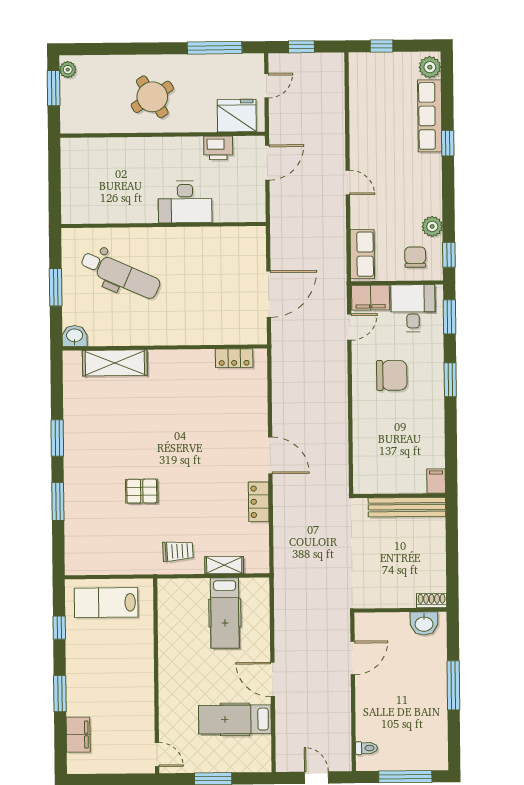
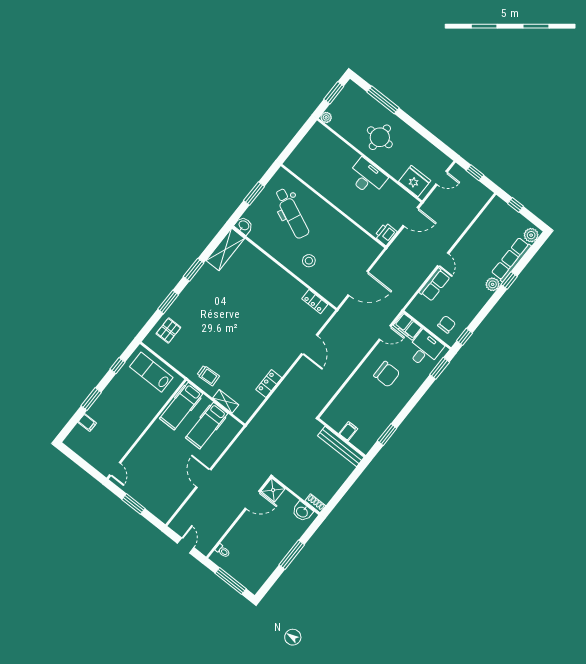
window: (215, 48) -> (383, 100), moved
plant: (68, 70) -> (326, 117), moved
round table: (152, 97) -> (380, 137), turned 32
printer: (218, 148) -> (386, 234), moved, turned 90
desk: (185, 202) -> (367, 177), moved, turned 180
plant: (432, 226) -> (493, 284), moved
row of seats: (362, 254) -> (435, 285), moved
stool: (187, 315) -> (309, 261), added
shelving: (115, 363) -> (225, 249), moved, turned 90
window: (450, 380) -> (387, 435), moved
door: (270, 455) -> (310, 345), moved
filing cabinet: (436, 481) -> (348, 431), moved
pallet: (142, 491) -> (168, 331), moved, turned 90
shower: (368, 626) -> (273, 490), added
hospital bed: (235, 719) -> (181, 406), moved, turned -90
filing cabinet: (78, 735) -> (87, 423), width x0.50

